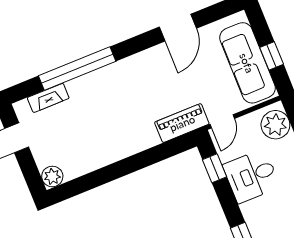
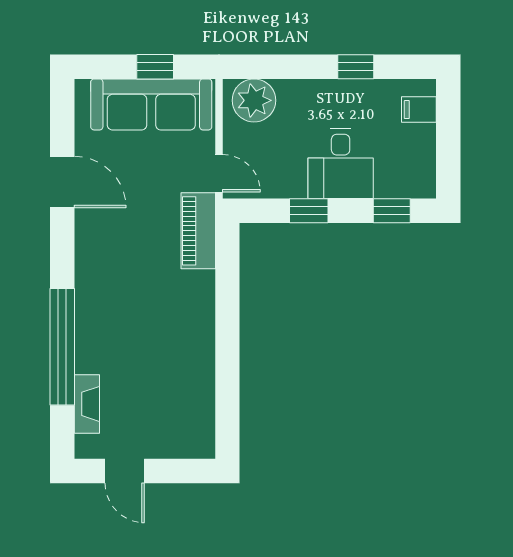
window: (215, 168) -> (309, 211), moved
plant: (52, 176) -> (199, 443), removed
desk: (251, 176) -> (341, 163), moved

